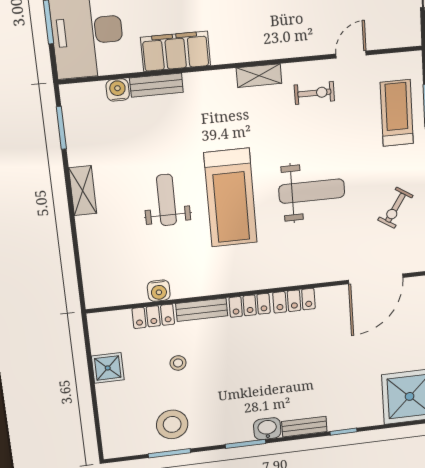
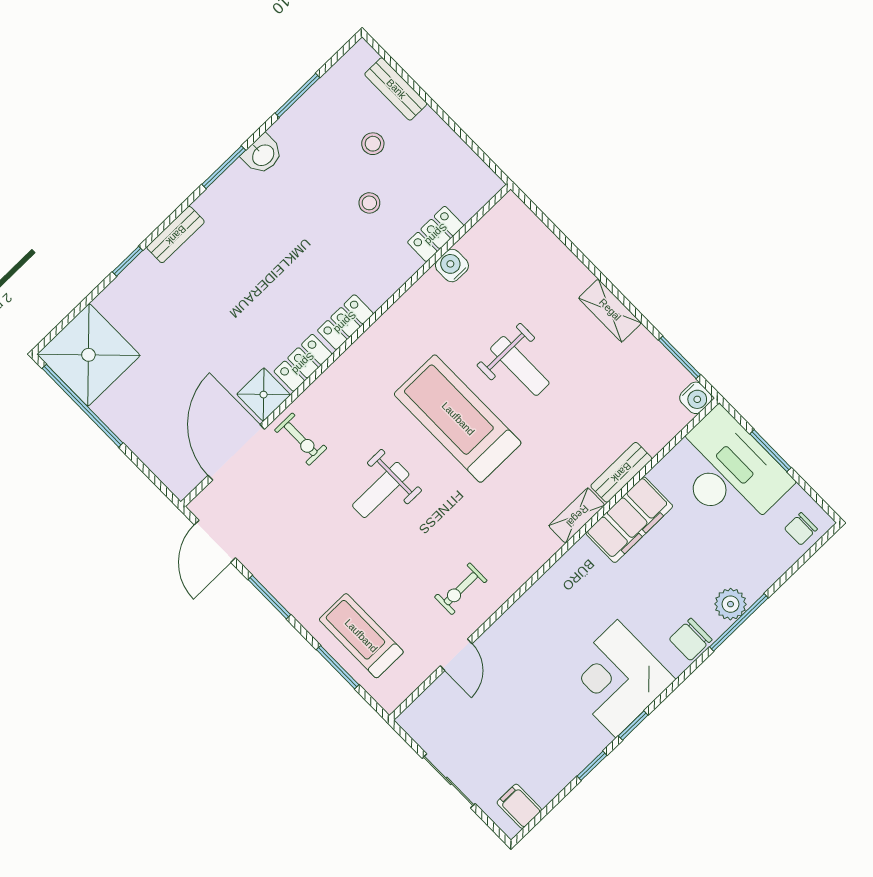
shelving: (259, 76) -> (577, 516), moved
water cooler: (118, 90) -> (696, 398), moved
treadmill: (397, 113) -> (361, 636), turned 180
weight bench: (312, 191) -> (381, 490), width x0.73, depth x0.75
exercise bike: (395, 208) -> (301, 439), moved, turned 147
bench: (202, 310) -> (396, 89), moved, turned 90
shower: (108, 368) -> (264, 395), moved
stool: (172, 424) -> (373, 144), moved, width x0.53, depth x0.53
washbasin: (267, 429) -> (263, 155), moved

